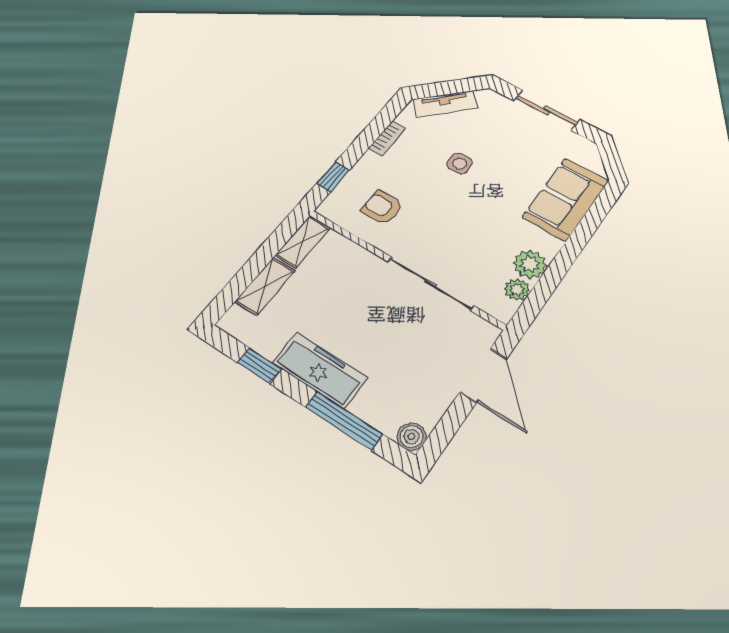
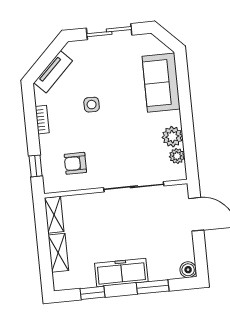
window: (344, 421) -> (153, 287), width x0.69

